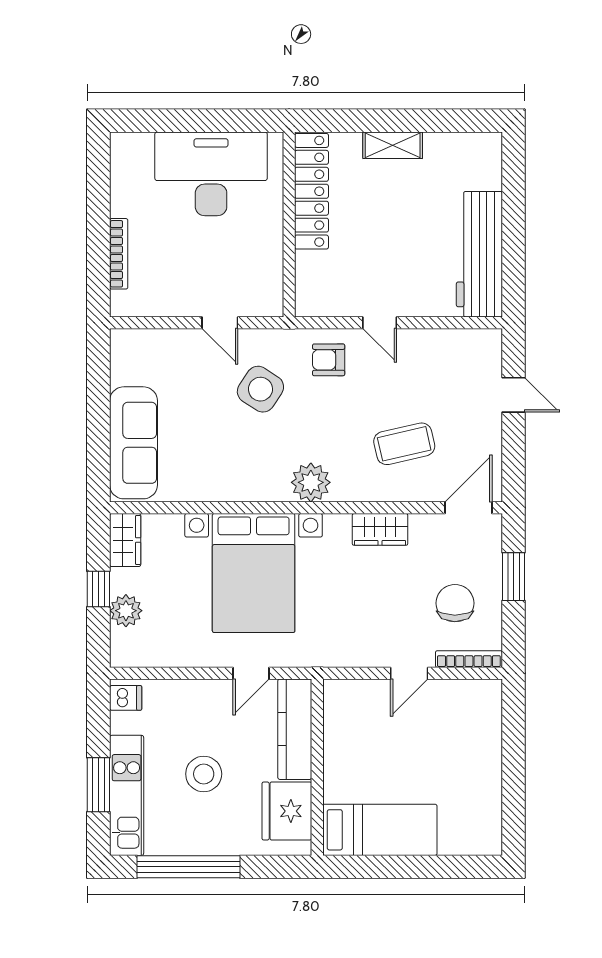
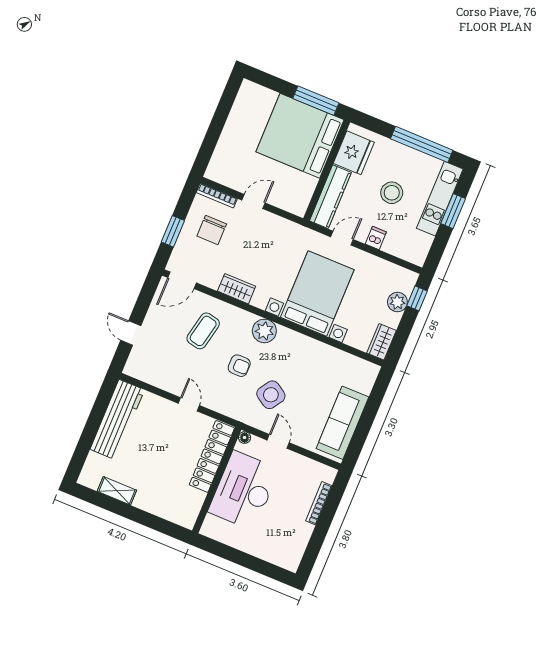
shelving: (393, 145) -> (117, 491), moved
desk: (211, 174) -> (244, 490), moved, turned 90
locker: (312, 191) -> (212, 456), moved
floor lamp: (274, 307) -> (245, 438), added
armchair: (329, 360) -> (239, 366), moved
sofa: (133, 443) -> (342, 423), moved
coffee table: (404, 444) -> (203, 331), turned -65
window: (98, 589) -> (417, 298), moved
dishwasher: (126, 698) -> (376, 238), moved, turned 90
bed: (380, 830) -> (300, 136), width x2.04
window: (378, 867) -> (316, 101), added

